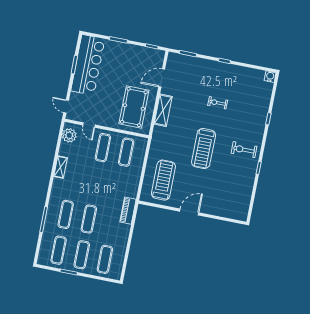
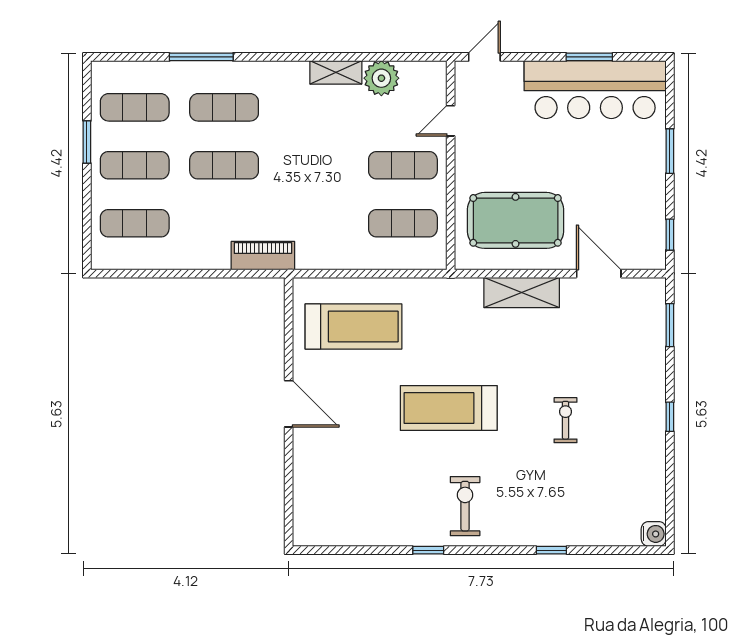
plant: (69, 135) -> (381, 78), moved

